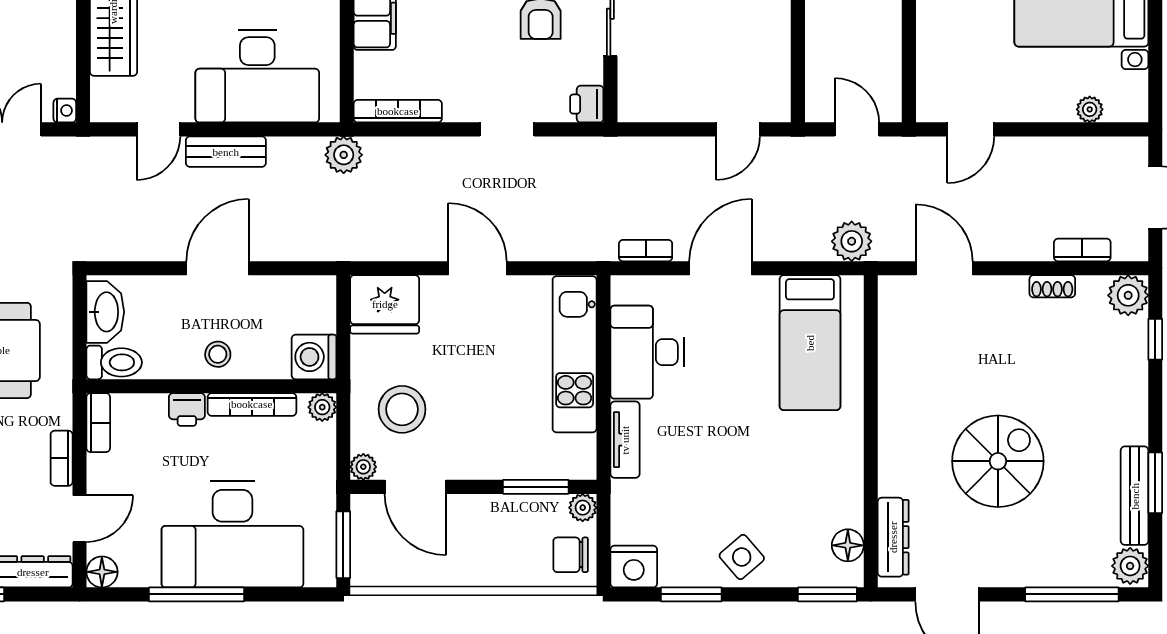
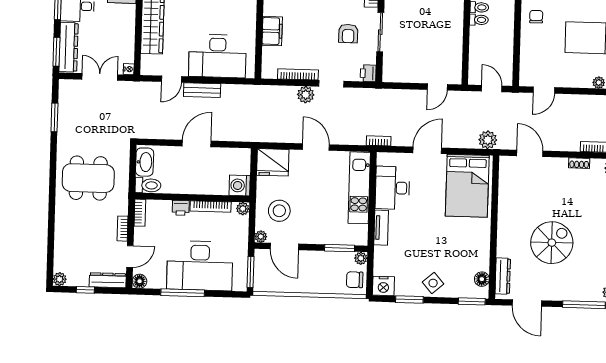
bookcase: (398, 111) -> (298, 74), moved
plant: (344, 155) -> (306, 95), moved
bookcase: (646, 251) -> (379, 141), moved
bed: (810, 343) -> (467, 186), width x1.50
stool: (218, 354) -> (196, 183), removed

